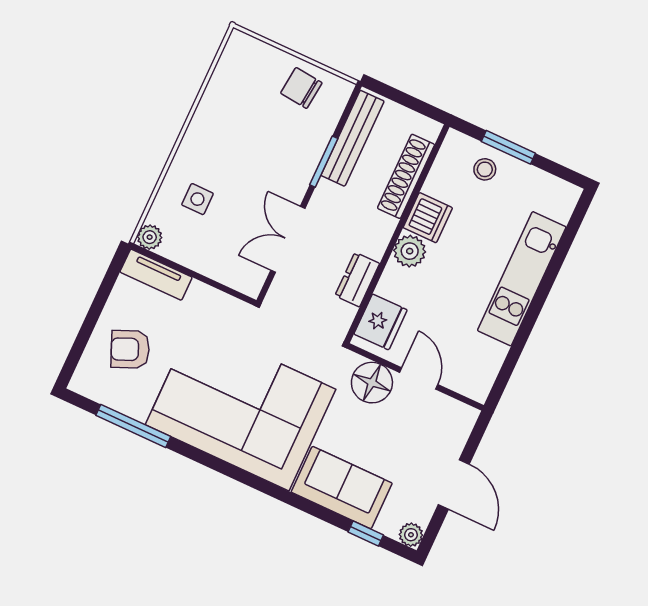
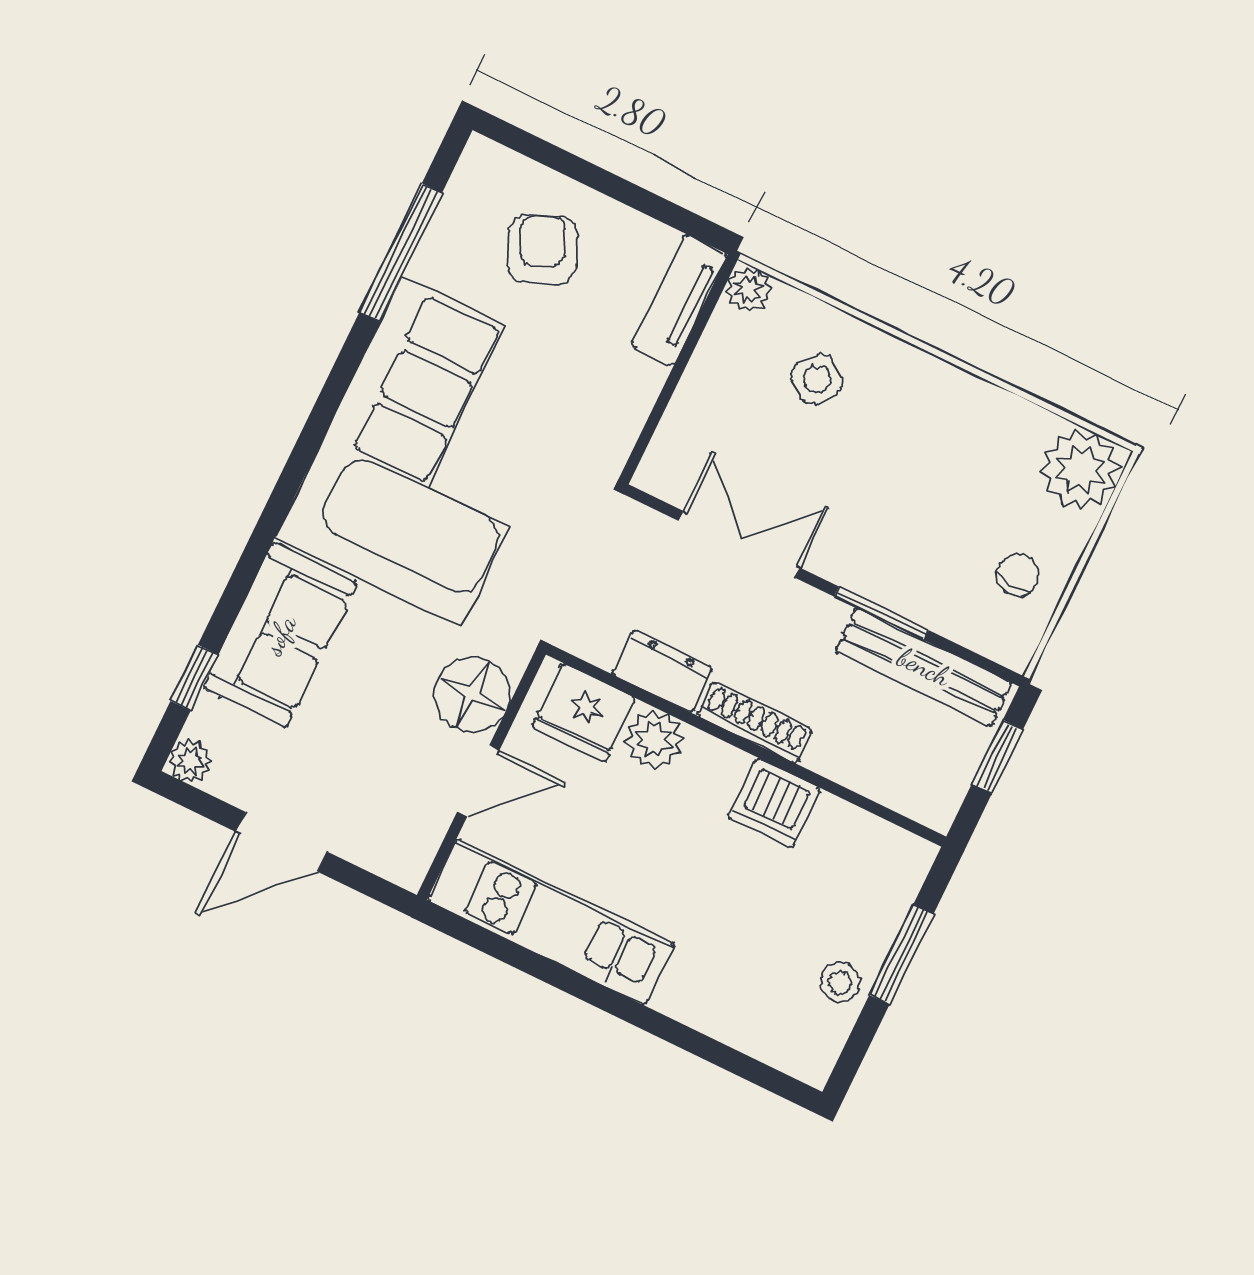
plant: (244, 56) -> (1080, 470), added
chair: (301, 88) -> (1018, 575), width x0.73, depth x0.73
window: (400, 97) -> (997, 757), added
stool: (485, 169) -> (840, 982), moved
shoe rack: (406, 176) -> (754, 722), moved, width x0.74, depth x0.81
side table: (197, 199) -> (817, 379), turned 38
plant: (410, 251) -> (654, 740), moved
kitchen unit: (522, 279) -> (551, 922), moved

